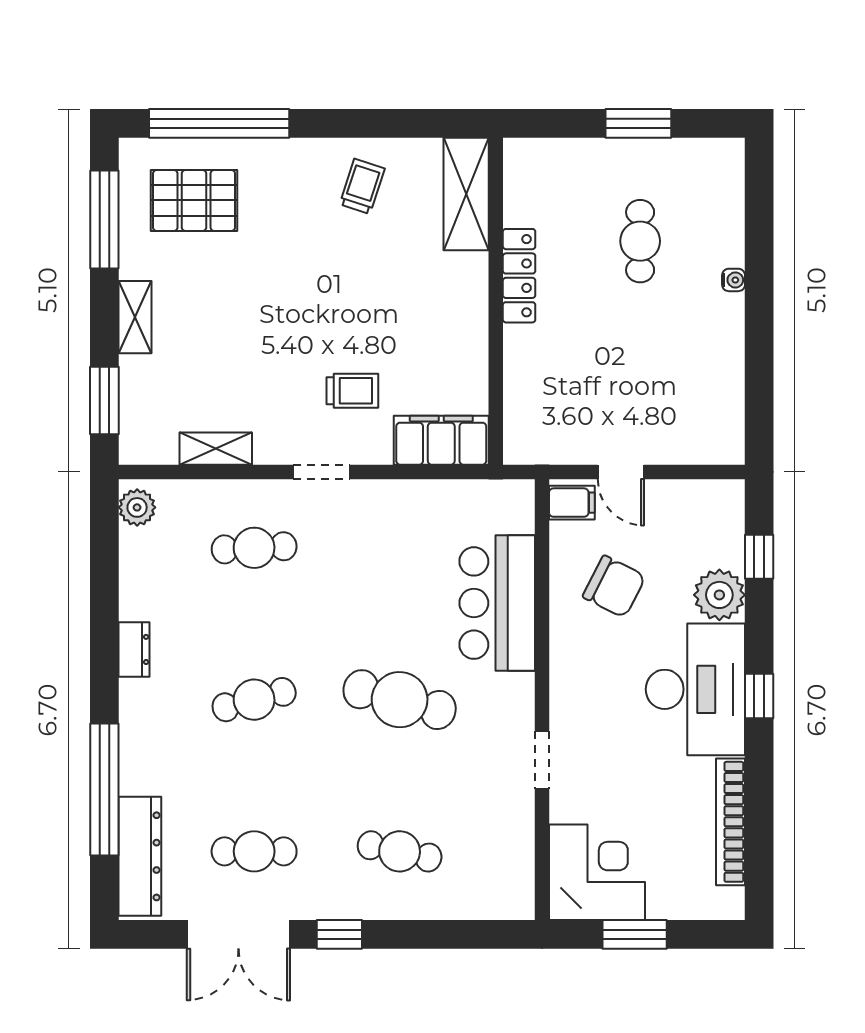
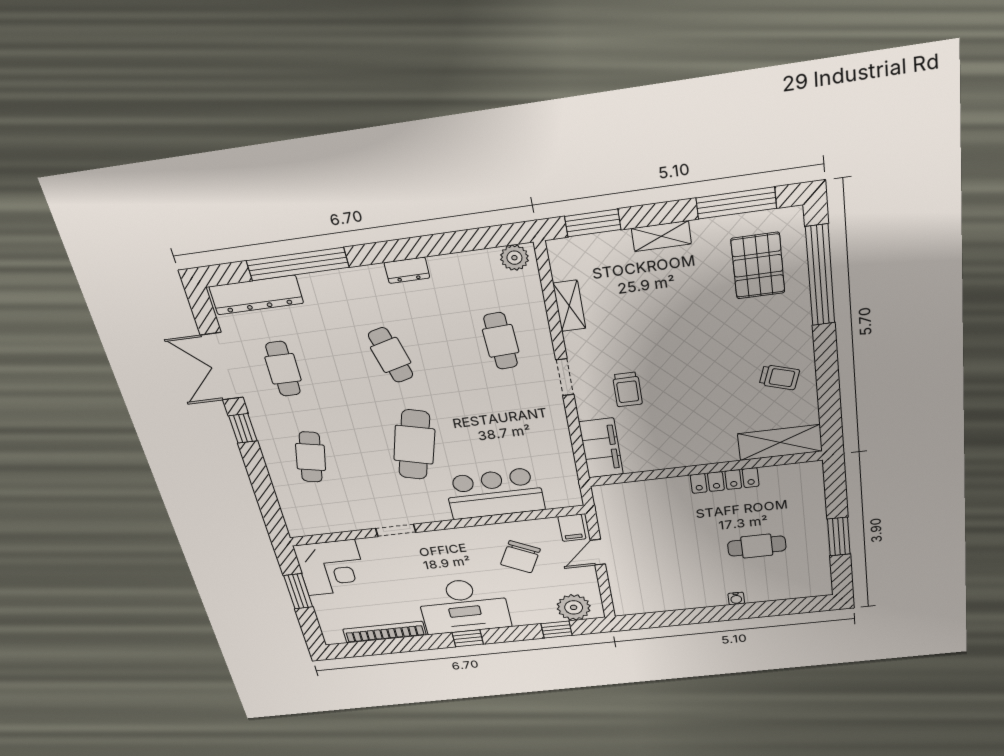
plant: (719, 595) -> (574, 607), moved

